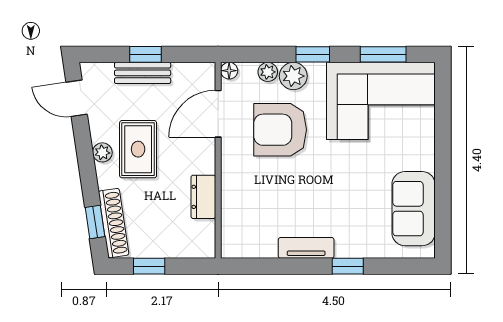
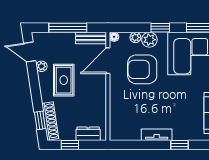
window: (146, 54) -> (68, 28), width x2.17
bench: (143, 73) -> (91, 38), moved
plant: (102, 152) -> (42, 66), moved
dresser: (203, 197) -> (88, 134), moved, turned 90

